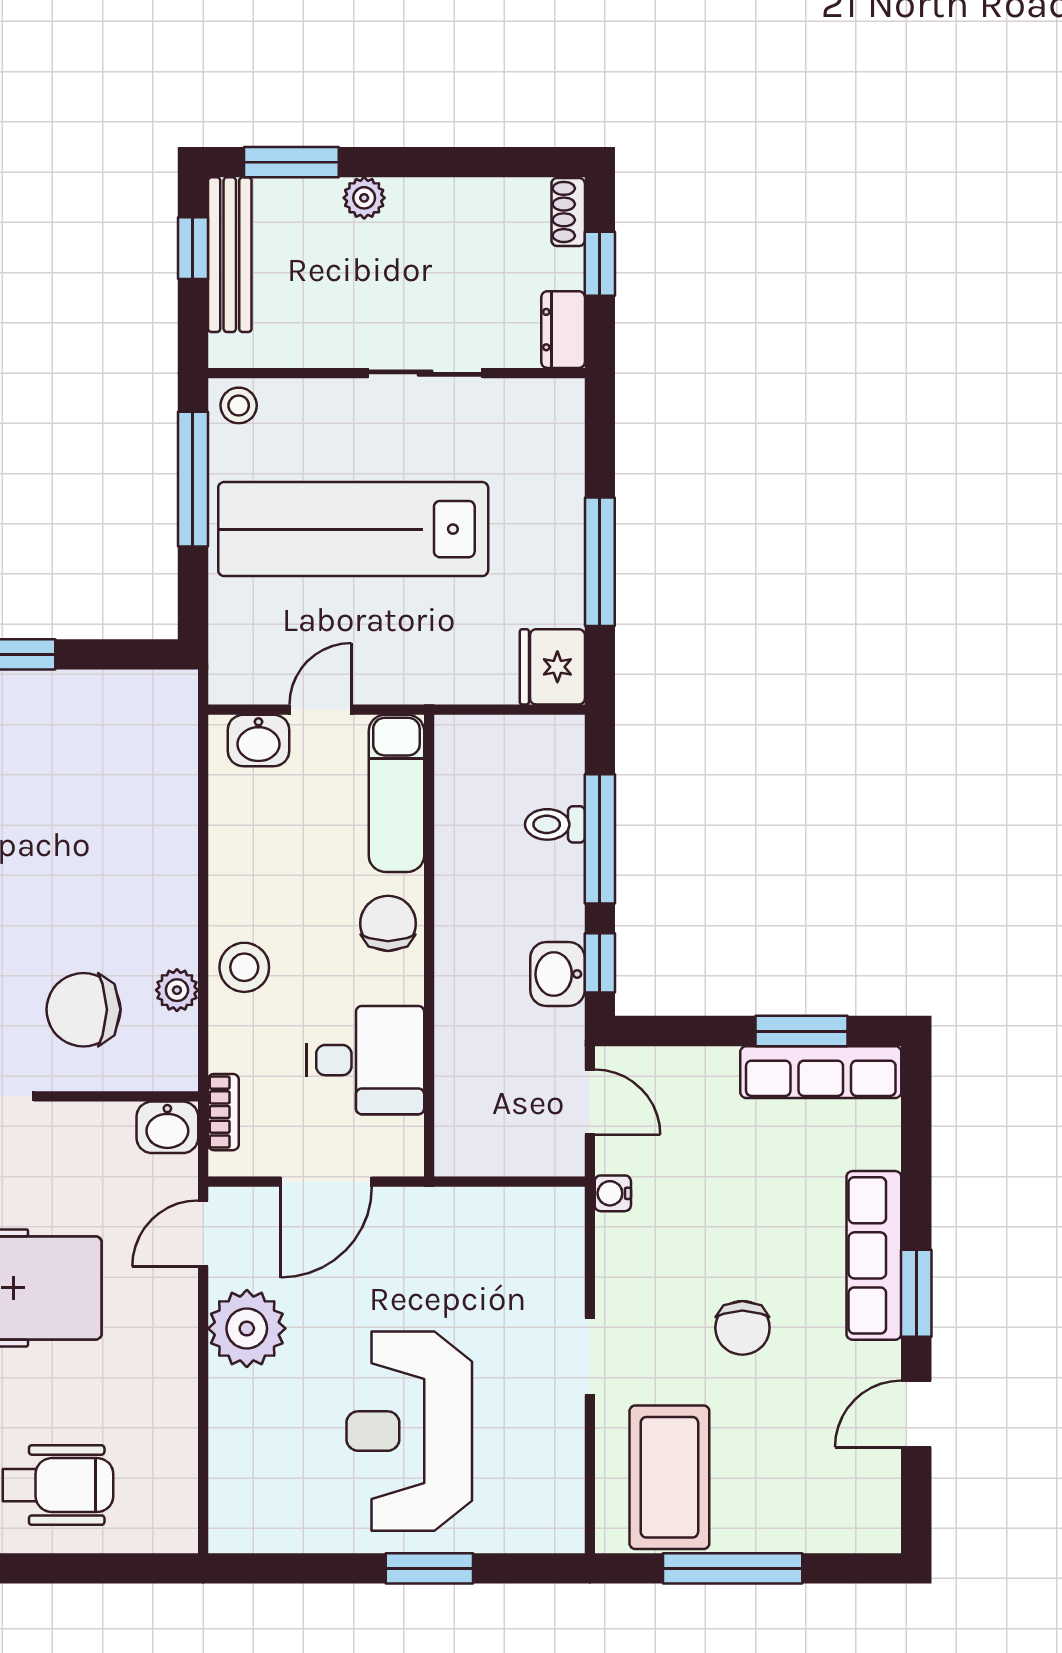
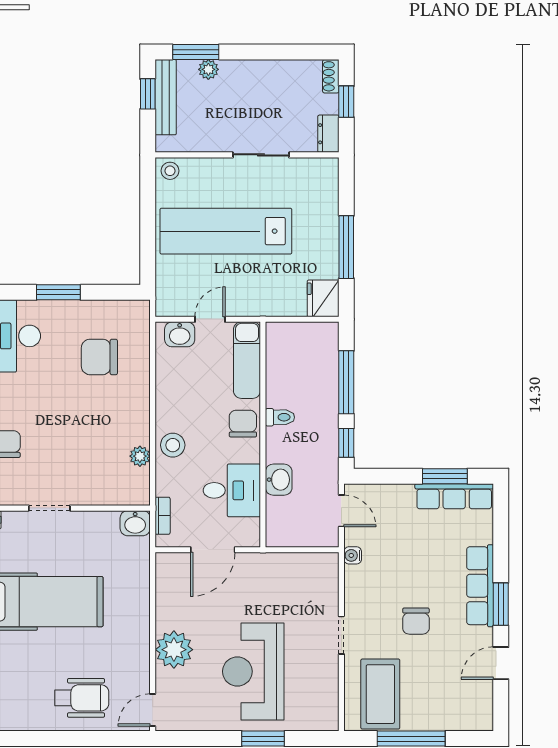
plant: (364, 198) -> (208, 69), moved
window: (193, 479) -> (148, 207), removed
toilet: (555, 824) -> (280, 417), moved, turned 180
washbasin: (558, 974) -> (279, 480), moved, turned 180
chair: (83, 1010) -> (99, 357), moved
door: (203, 1233) -> (153, 710), moved
plant: (247, 1328) -> (174, 650), moved

